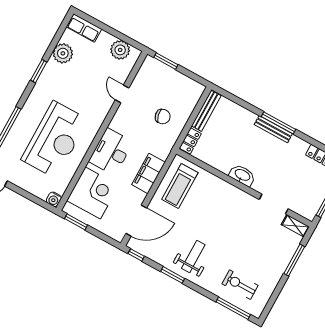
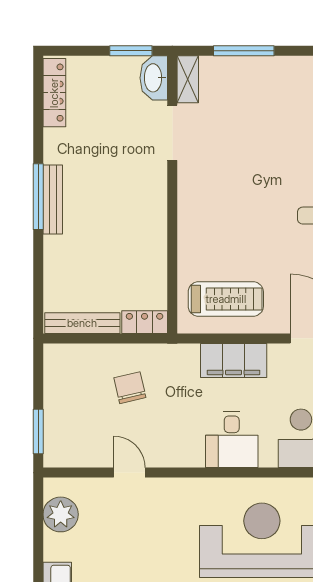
door: (122, 94) -> (129, 473), swing flipped
desk: (111, 152) -> (232, 440), width x0.73
washbasin: (242, 175) -> (154, 78), moved

